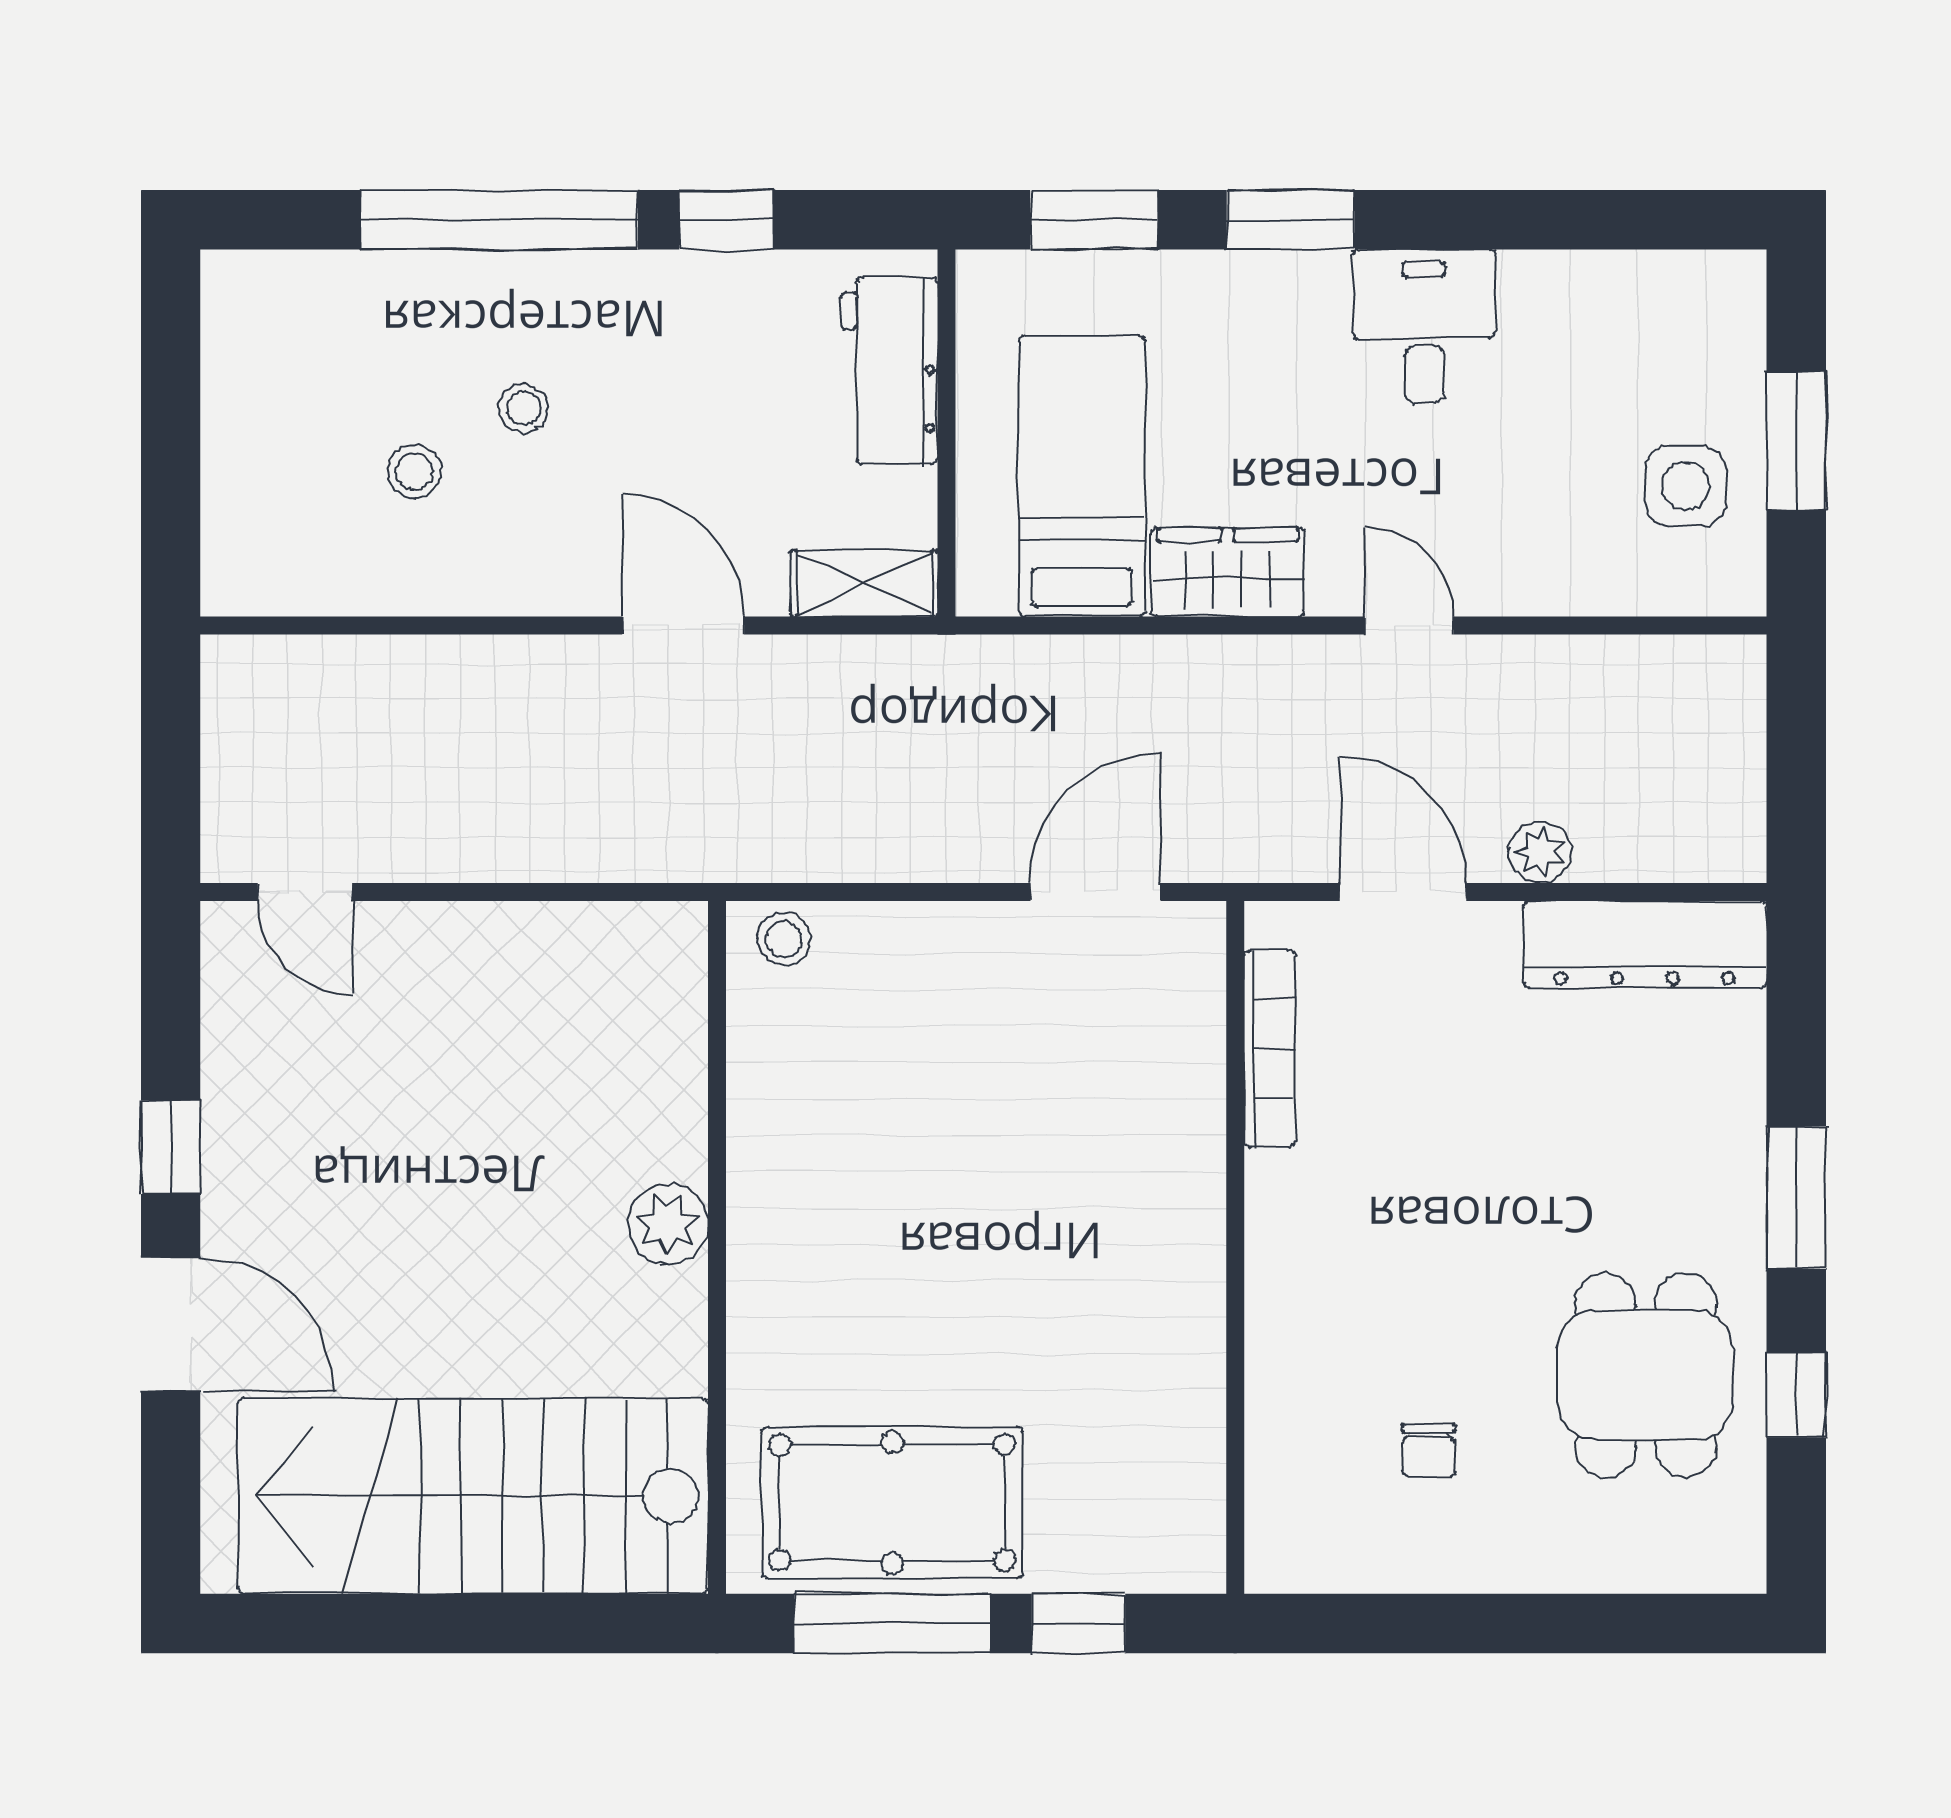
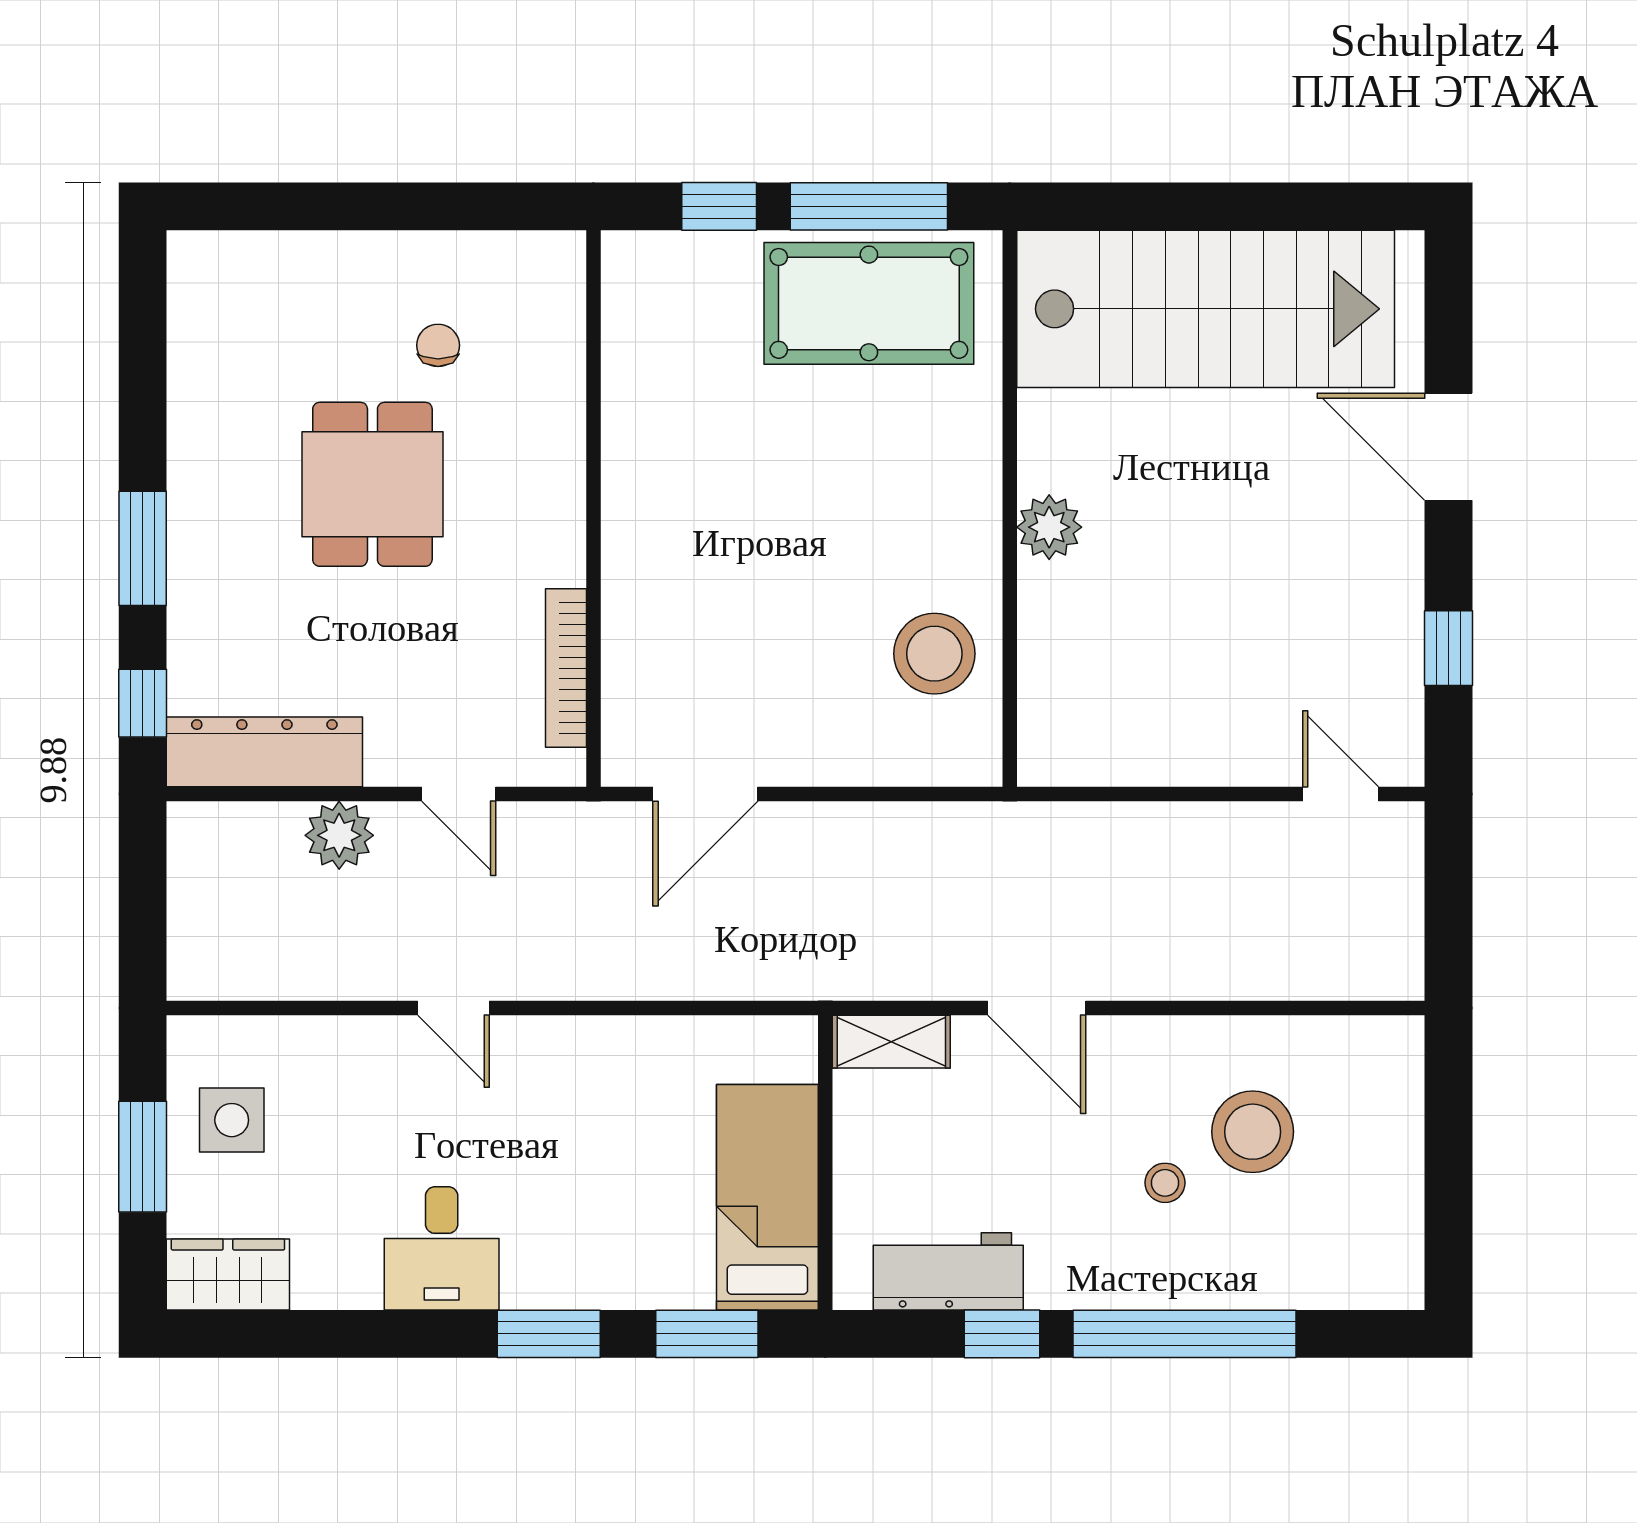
workbench: (889, 371) -> (948, 1271), moved, turned -90
stool: (415, 471) -> (1253, 1132), width x1.89, depth x1.89
bed: (1082, 476) -> (767, 1197), moved, turned 180
wardrobe: (1227, 572) -> (228, 1274), moved, turned 180
plant: (1540, 852) -> (339, 835), width x1.38, depth x1.38
door: (1403, 892) -> (459, 794), width x0.73
stool: (784, 939) -> (934, 654), moved, width x1.89, depth x1.89
window: (171, 1147) -> (1449, 648), moved
dining table: (1646, 1375) -> (372, 484), moved
window: (1796, 1395) -> (143, 703), moved

